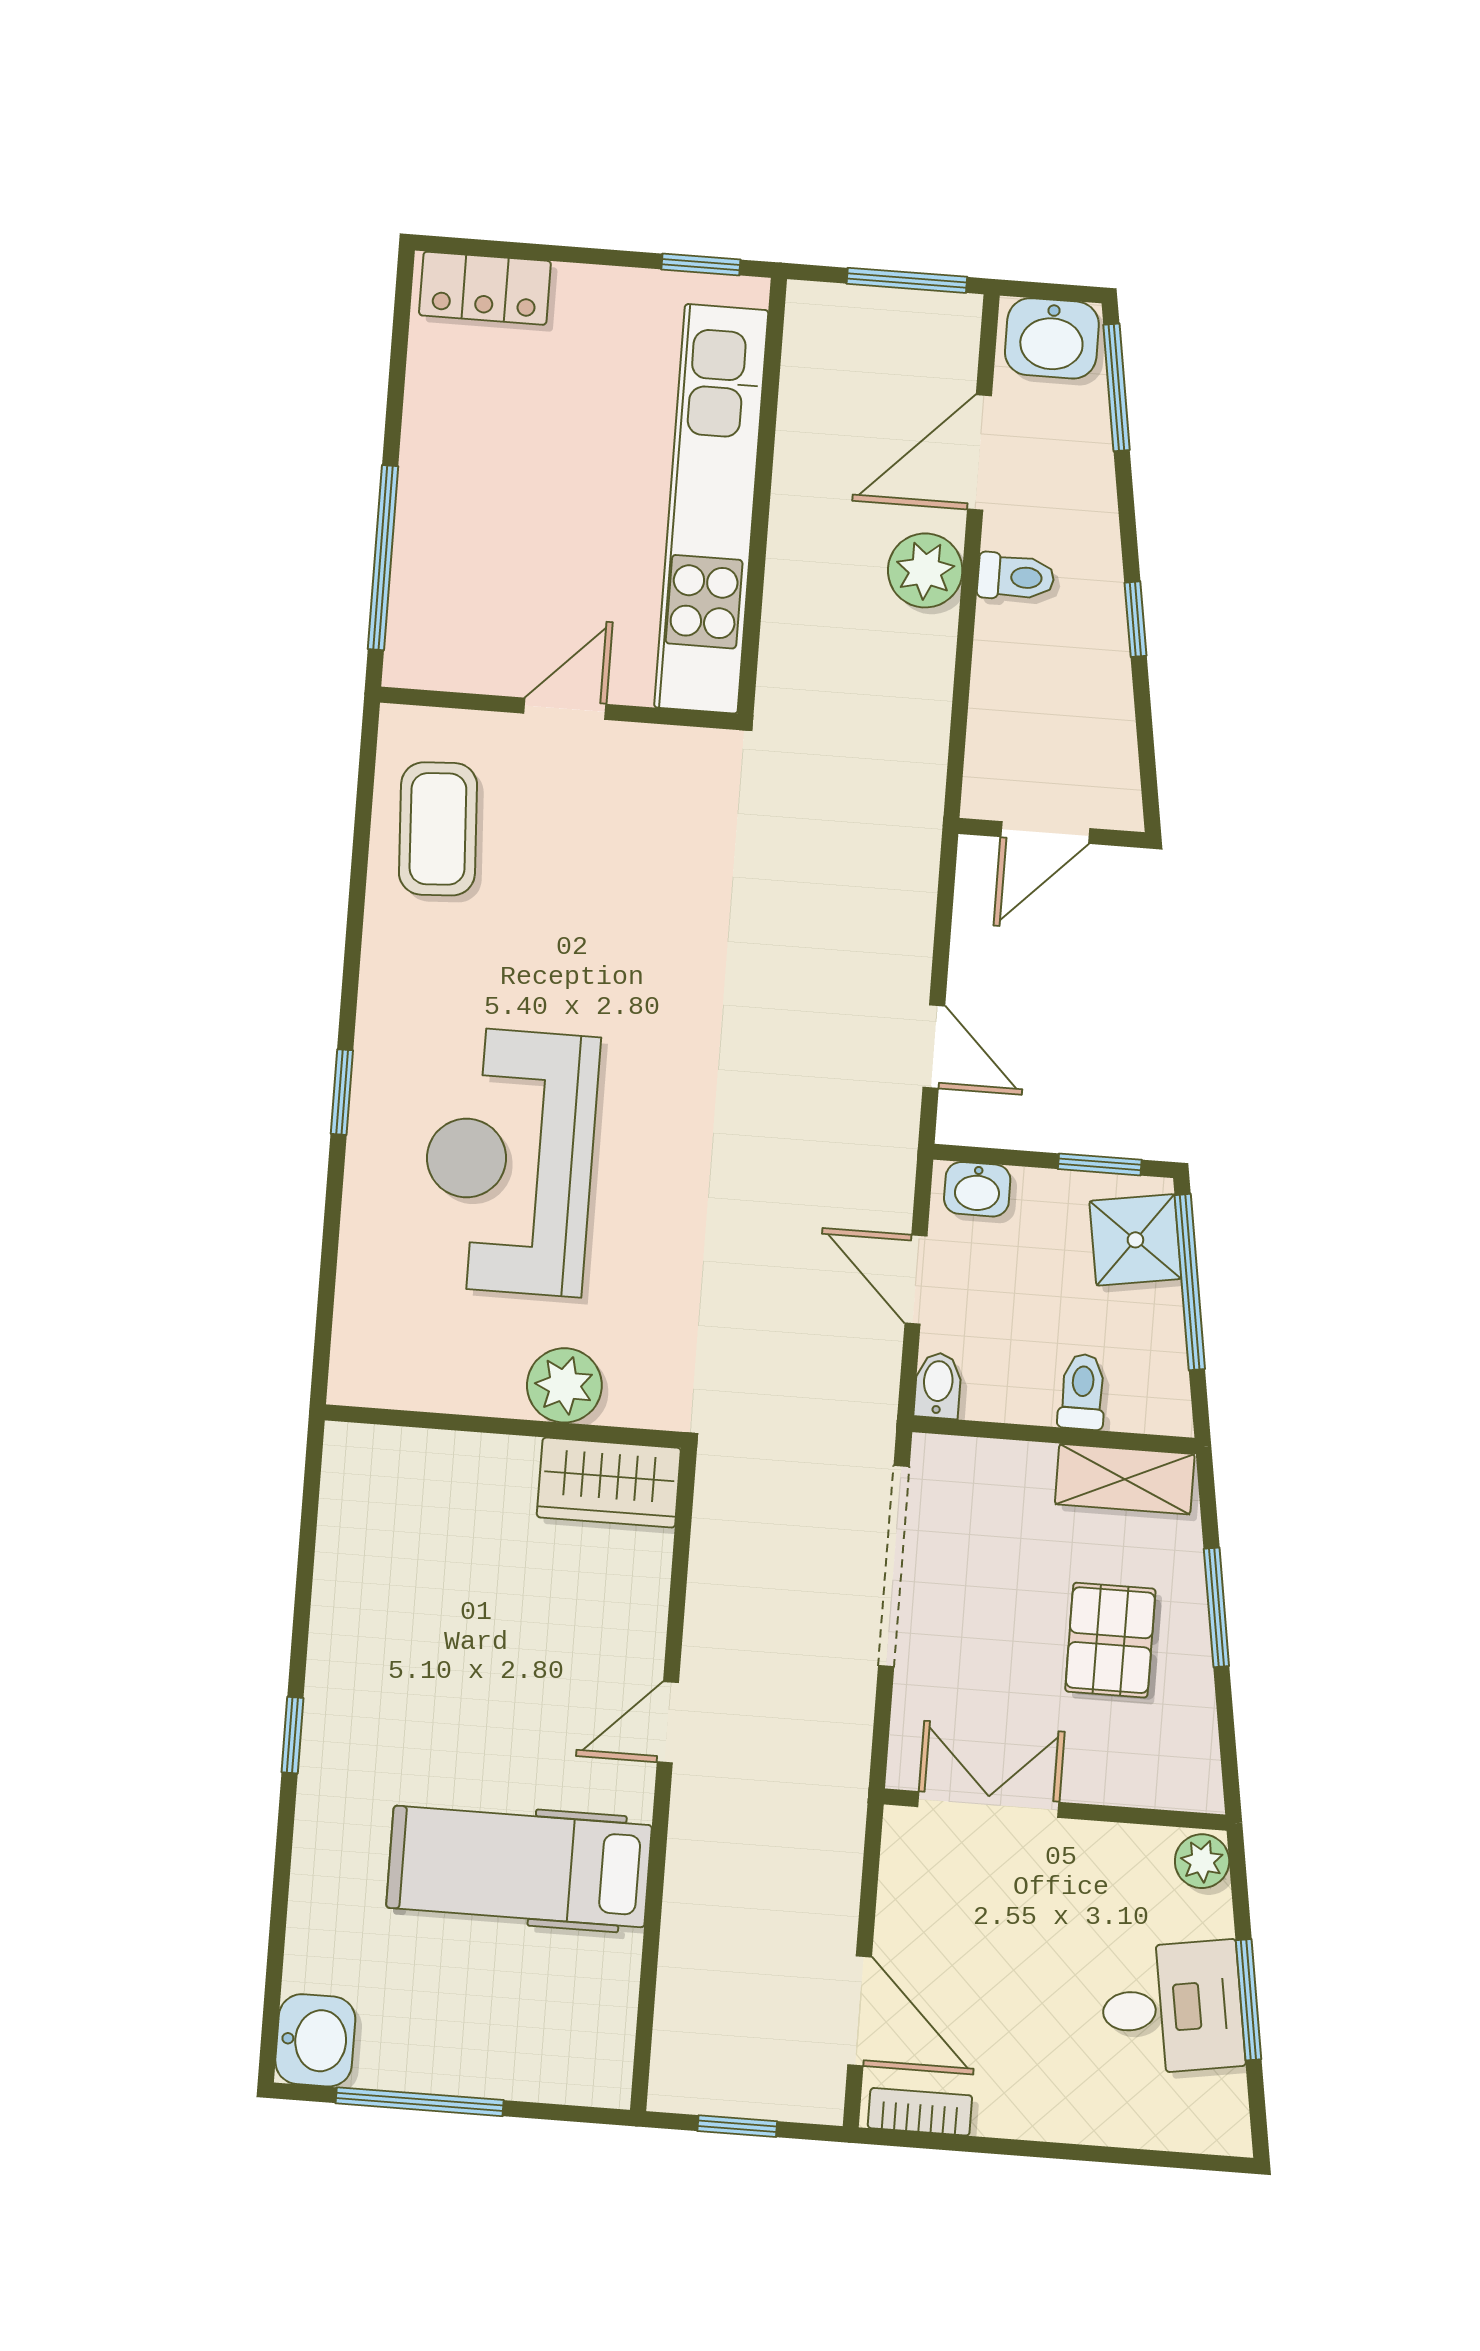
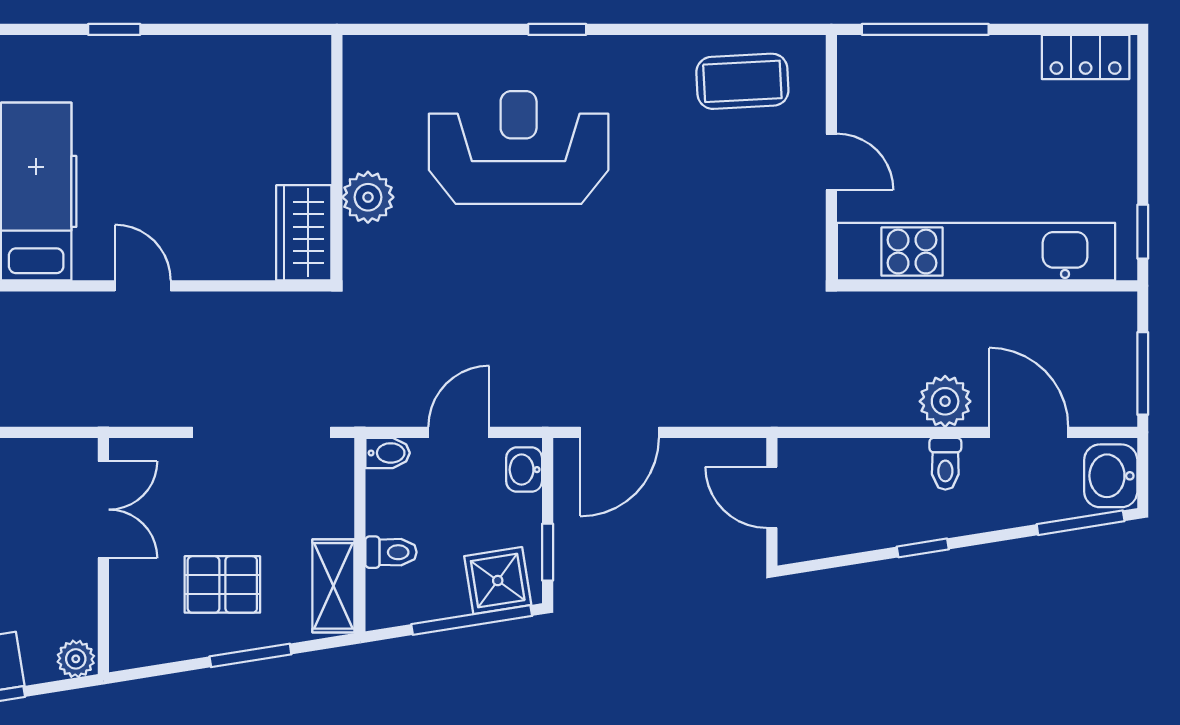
locker: (485, 288) -> (1086, 57), moved, turned -90
door: (934, 1047) -> (620, 432), width x1.38

